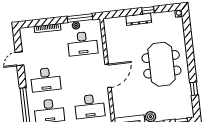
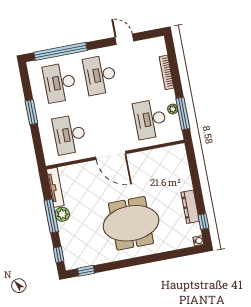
window: (148, 10) -> (203, 221), moved
dresser: (139, 19) -> (190, 207), moved
window: (194, 89) -> (86, 271), moved

